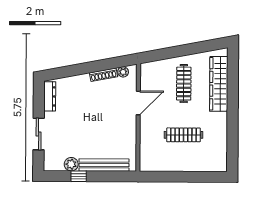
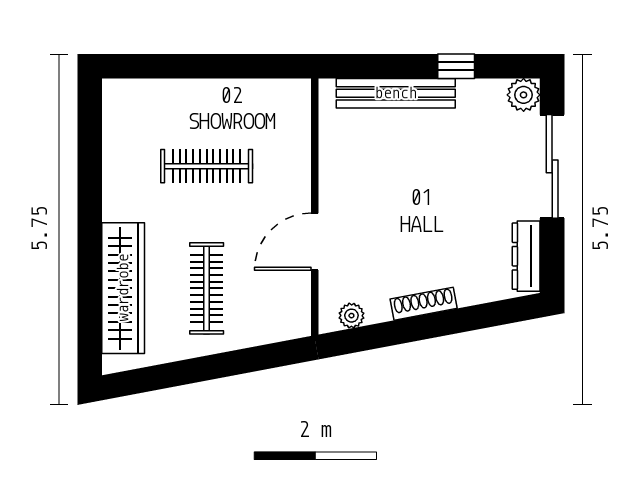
shoe rack: (103, 75) -> (424, 304), moved
sliding door: (39, 134) -> (552, 166), width x1.37
plant: (71, 164) -> (524, 95), moved

